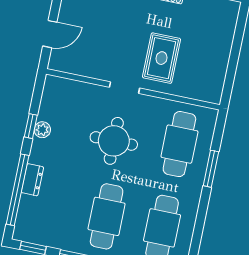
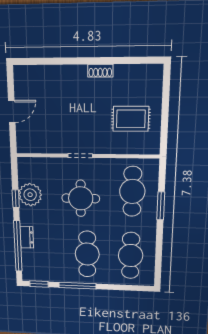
door: (50, 34) -> (12, 111), moved
rug: (162, 58) -> (131, 119), moved, turned 90
plant: (42, 130) -> (30, 195), width x1.88, depth x1.88

